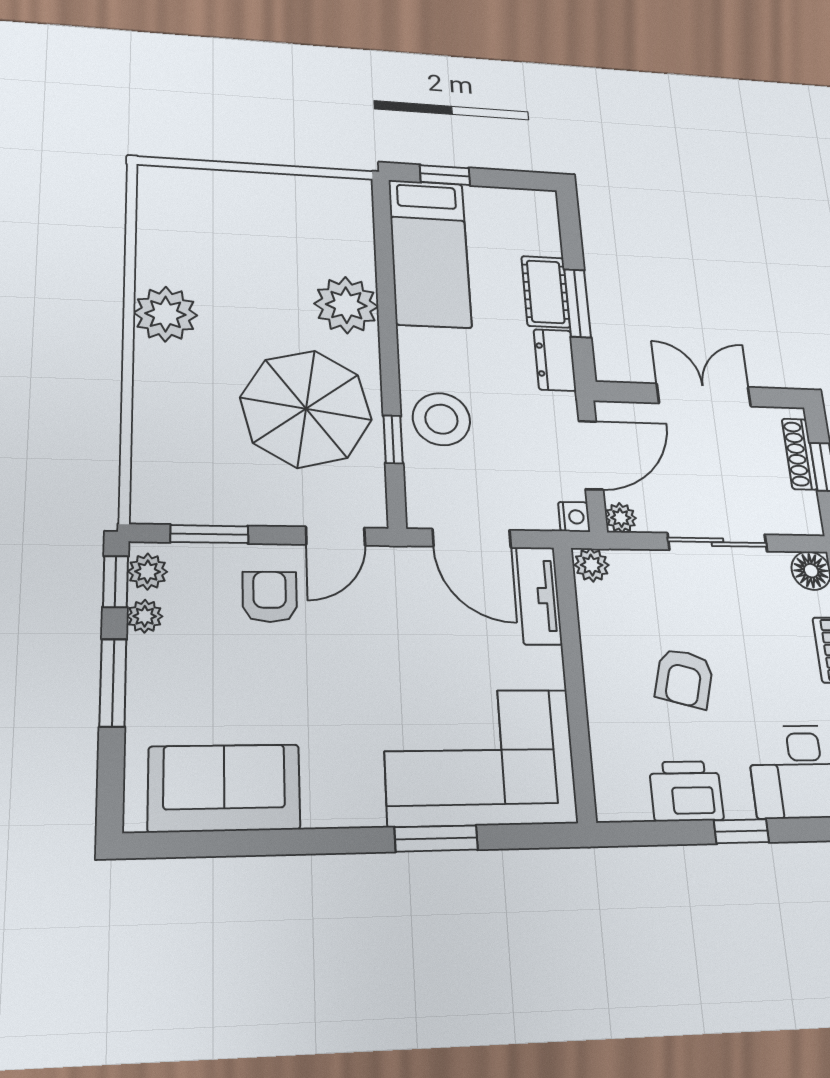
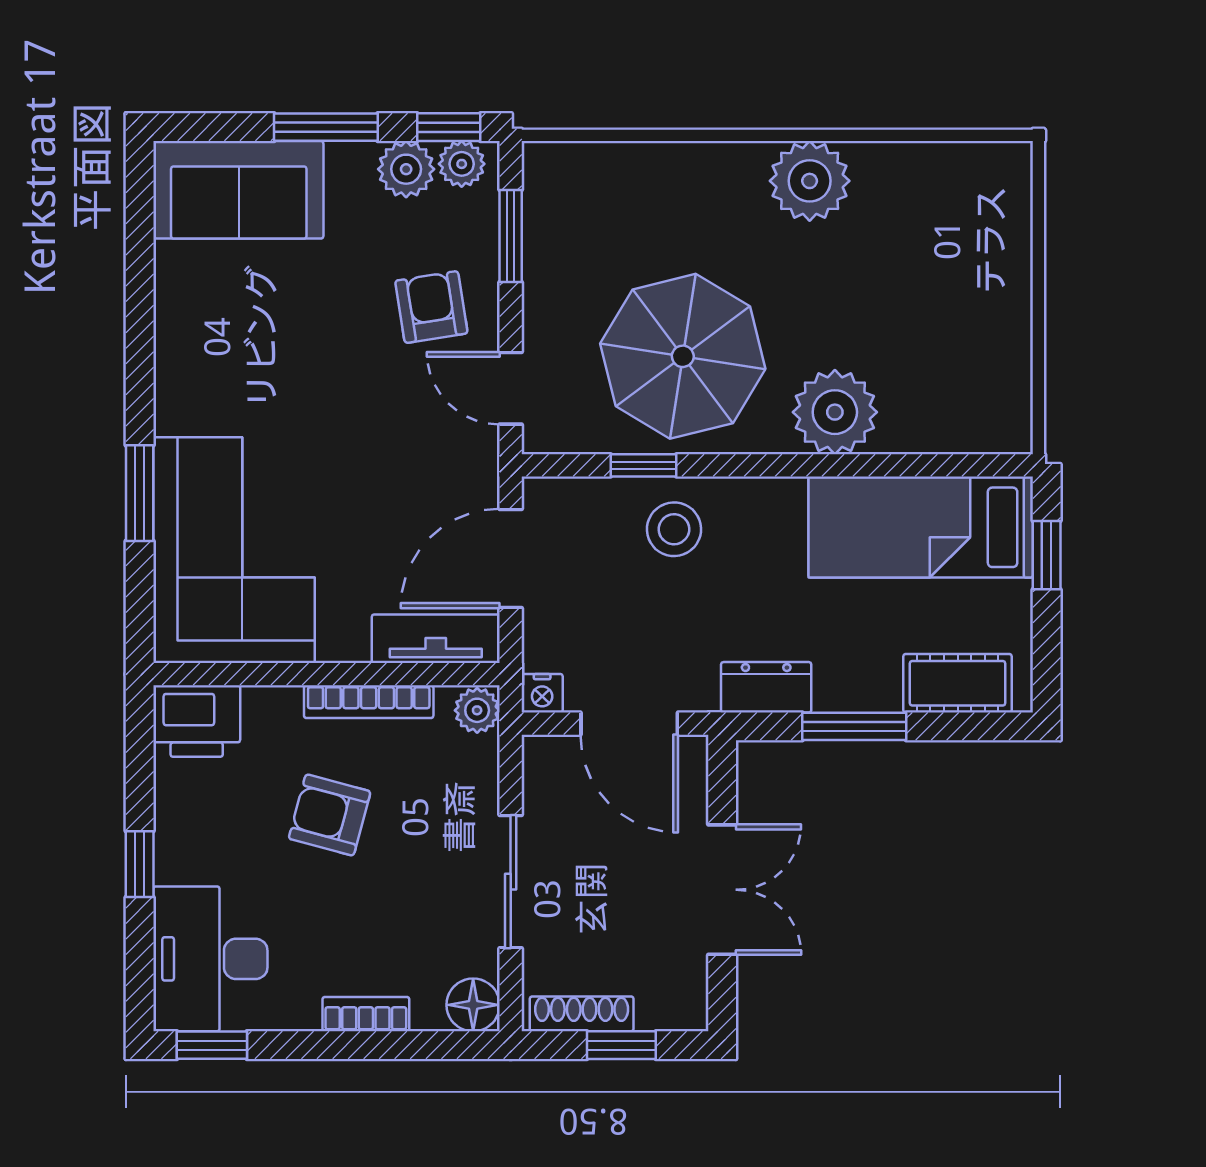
cot: (546, 292) -> (958, 683), moved
stool: (441, 419) -> (674, 529), width x0.73, depth x0.73
shoe rack: (799, 454) -> (582, 1014), moved
plant: (621, 518) -> (542, 755), removed
armchair: (270, 597) -> (431, 307), turned -99
plant: (145, 616) -> (406, 169), width x1.38, depth x1.38
bookcase: (593, 648) -> (369, 702), added
sofa: (224, 788) -> (239, 190), moved, turned 90
printer: (686, 791) -> (197, 721), moved, turned 90

